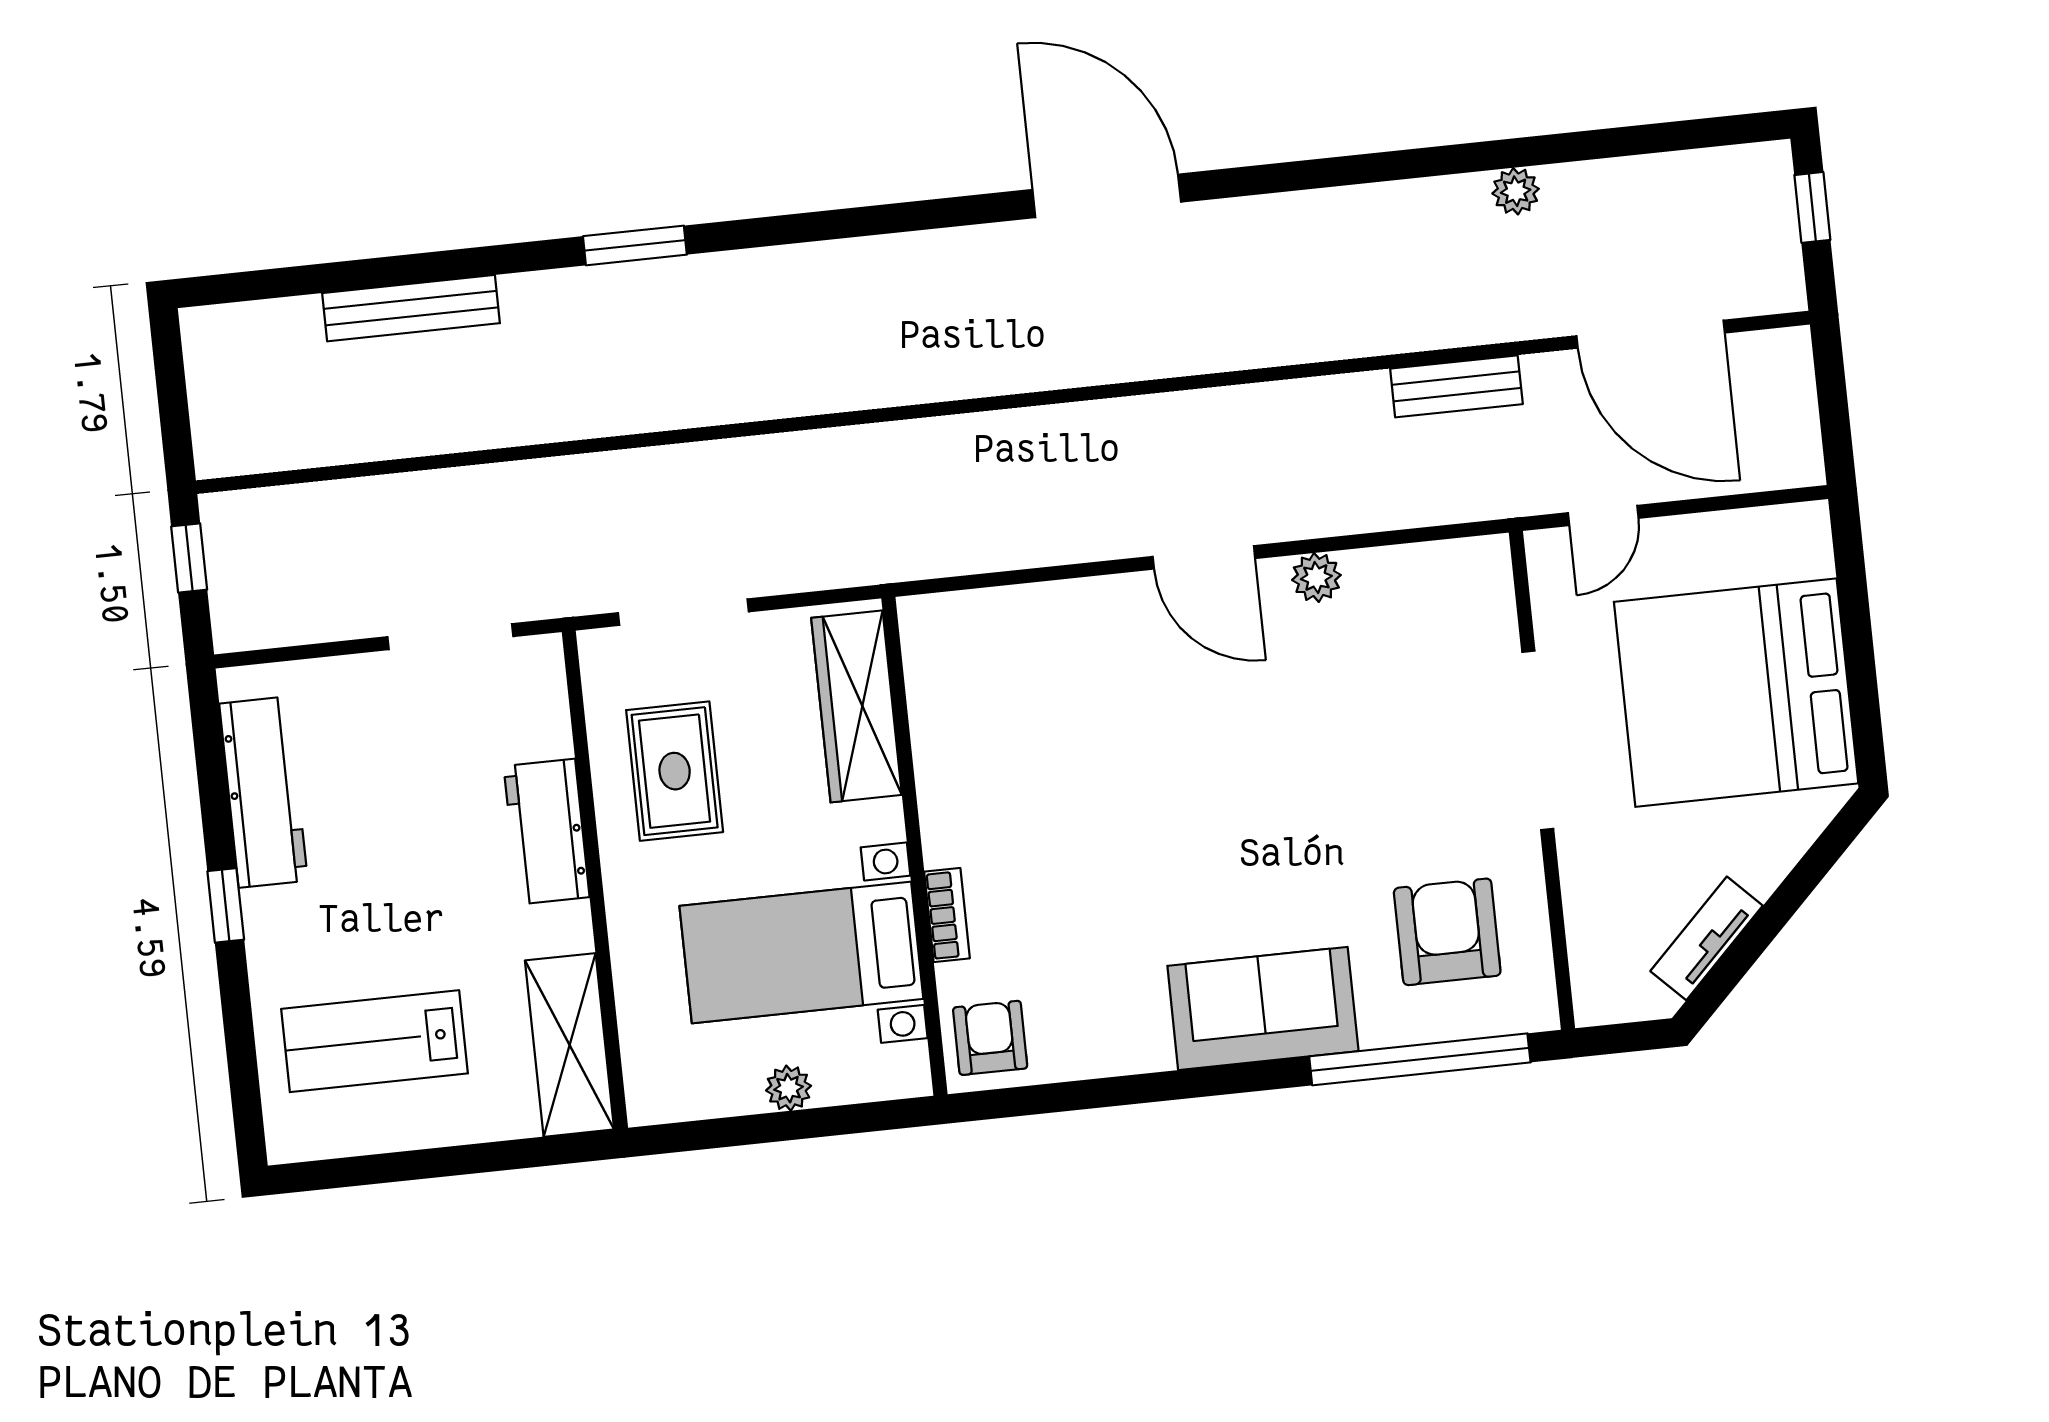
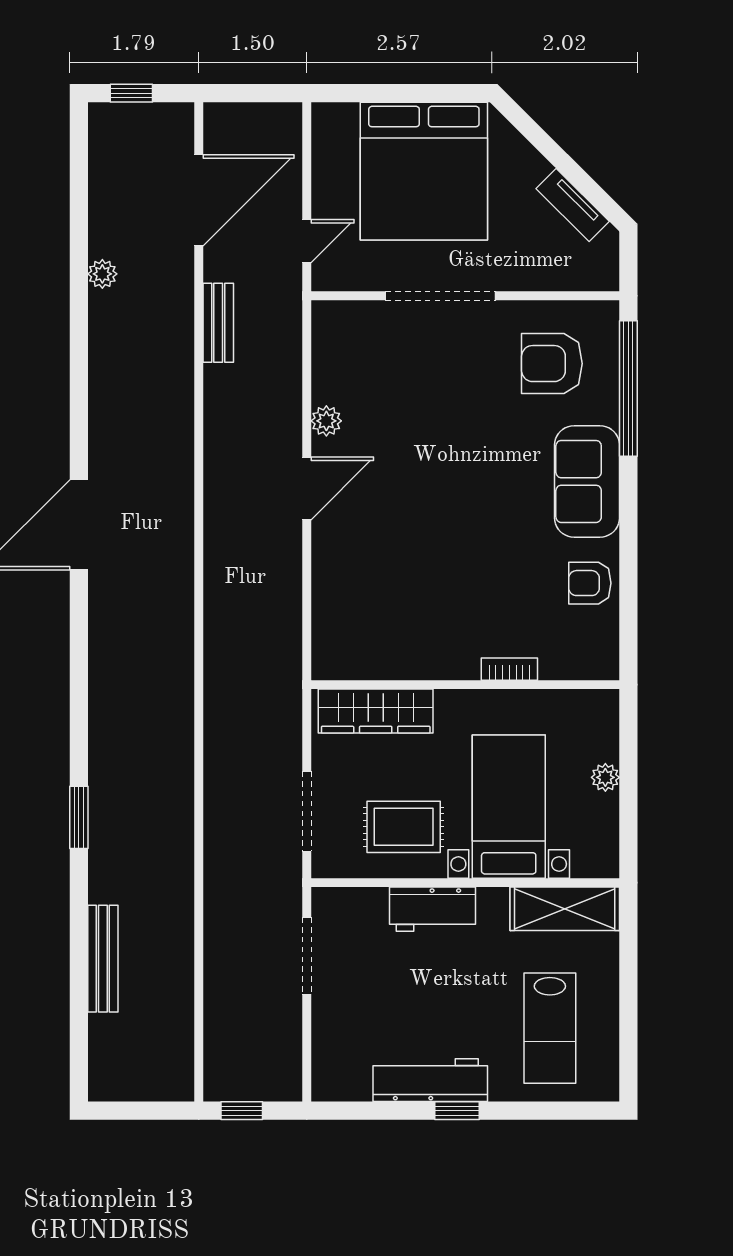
door: (1603, 515) -> (307, 241), hinge flipped
workbench: (264, 792) -> (430, 1080), moved
bed with nightstands: (801, 952) -> (509, 807), moved, turned 180
armchair: (990, 1038) -> (590, 583), moved

